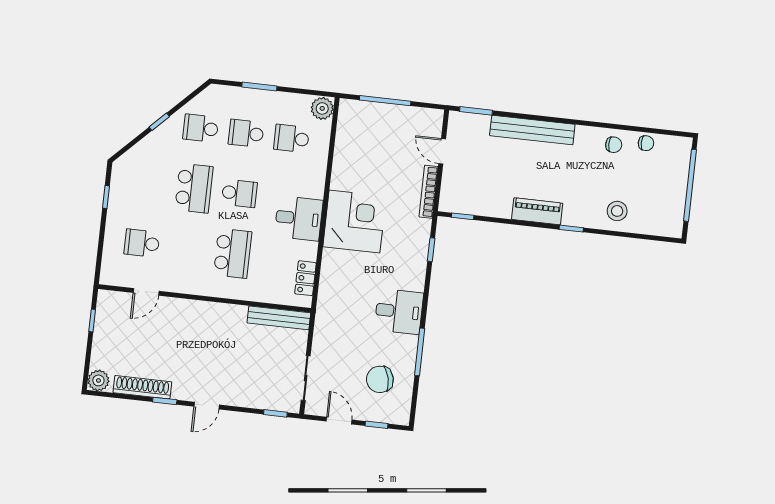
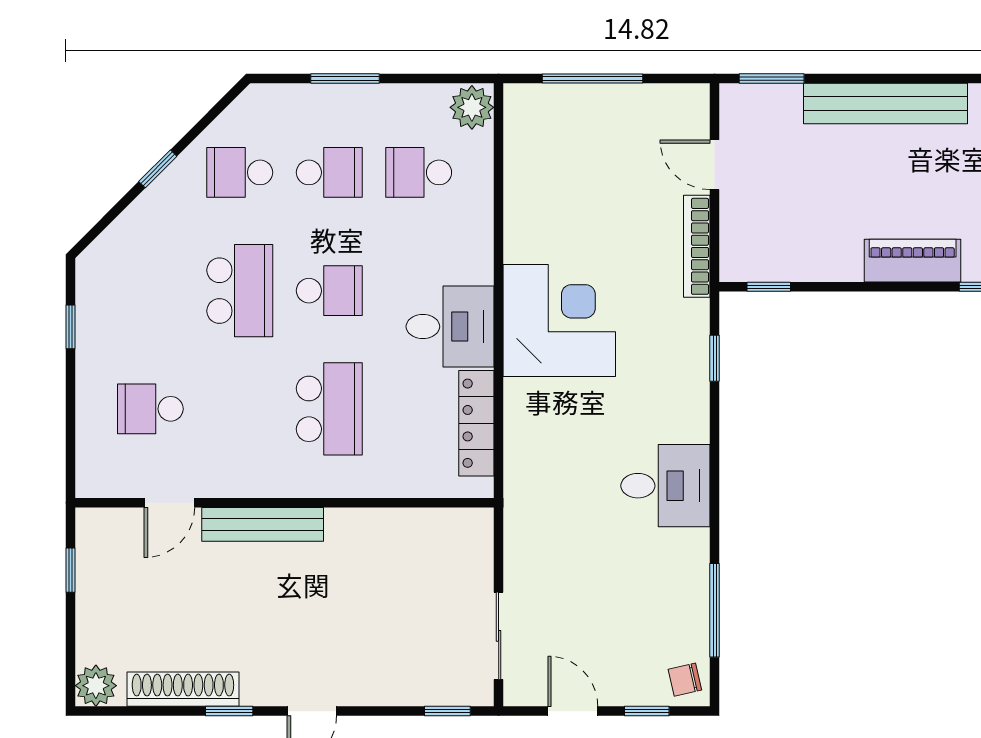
school desk: (246, 133) -> (329, 172), turned 180
locker: (305, 278) -> (476, 423), width x1.53
bench: (279, 318) -> (263, 524), moved
window: (420, 352) -> (715, 610), moved
chair: (380, 379) -> (685, 680), moved, width x0.54, depth x0.54

